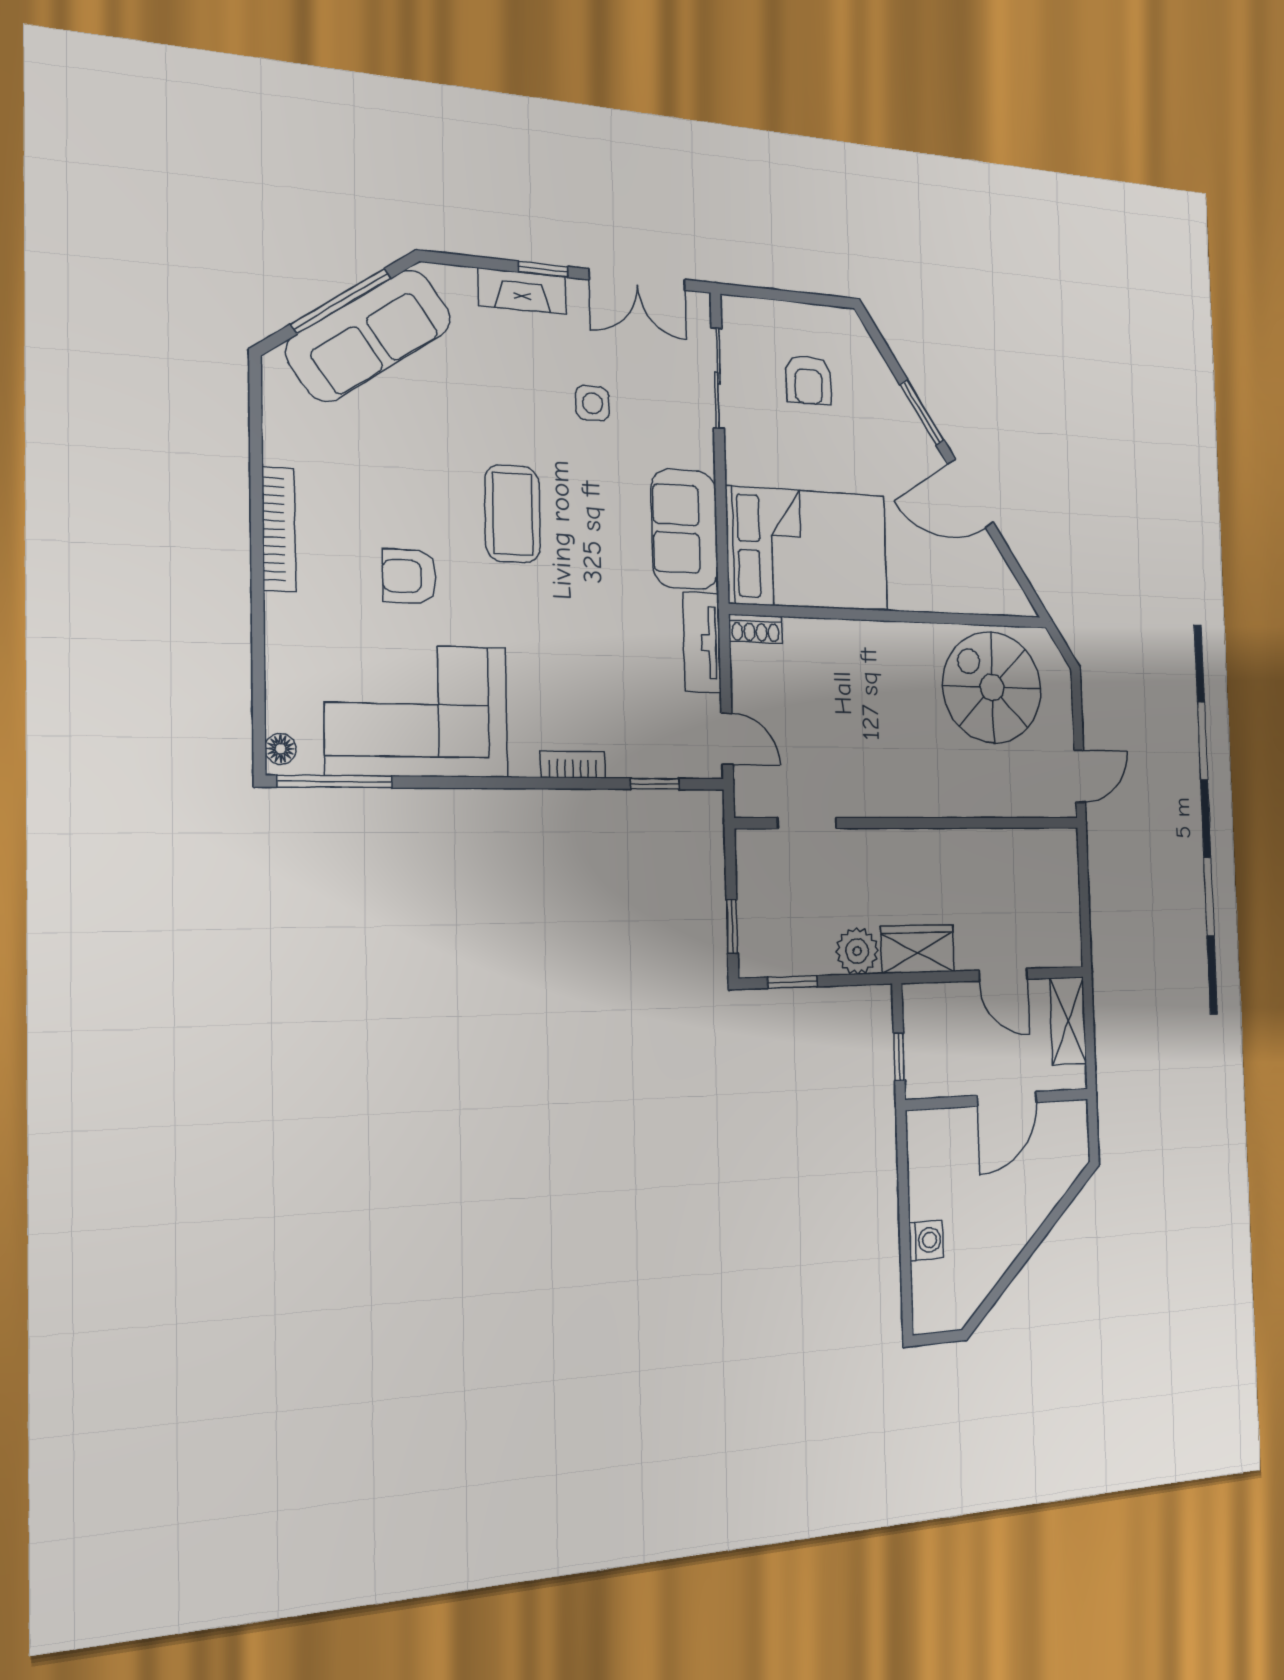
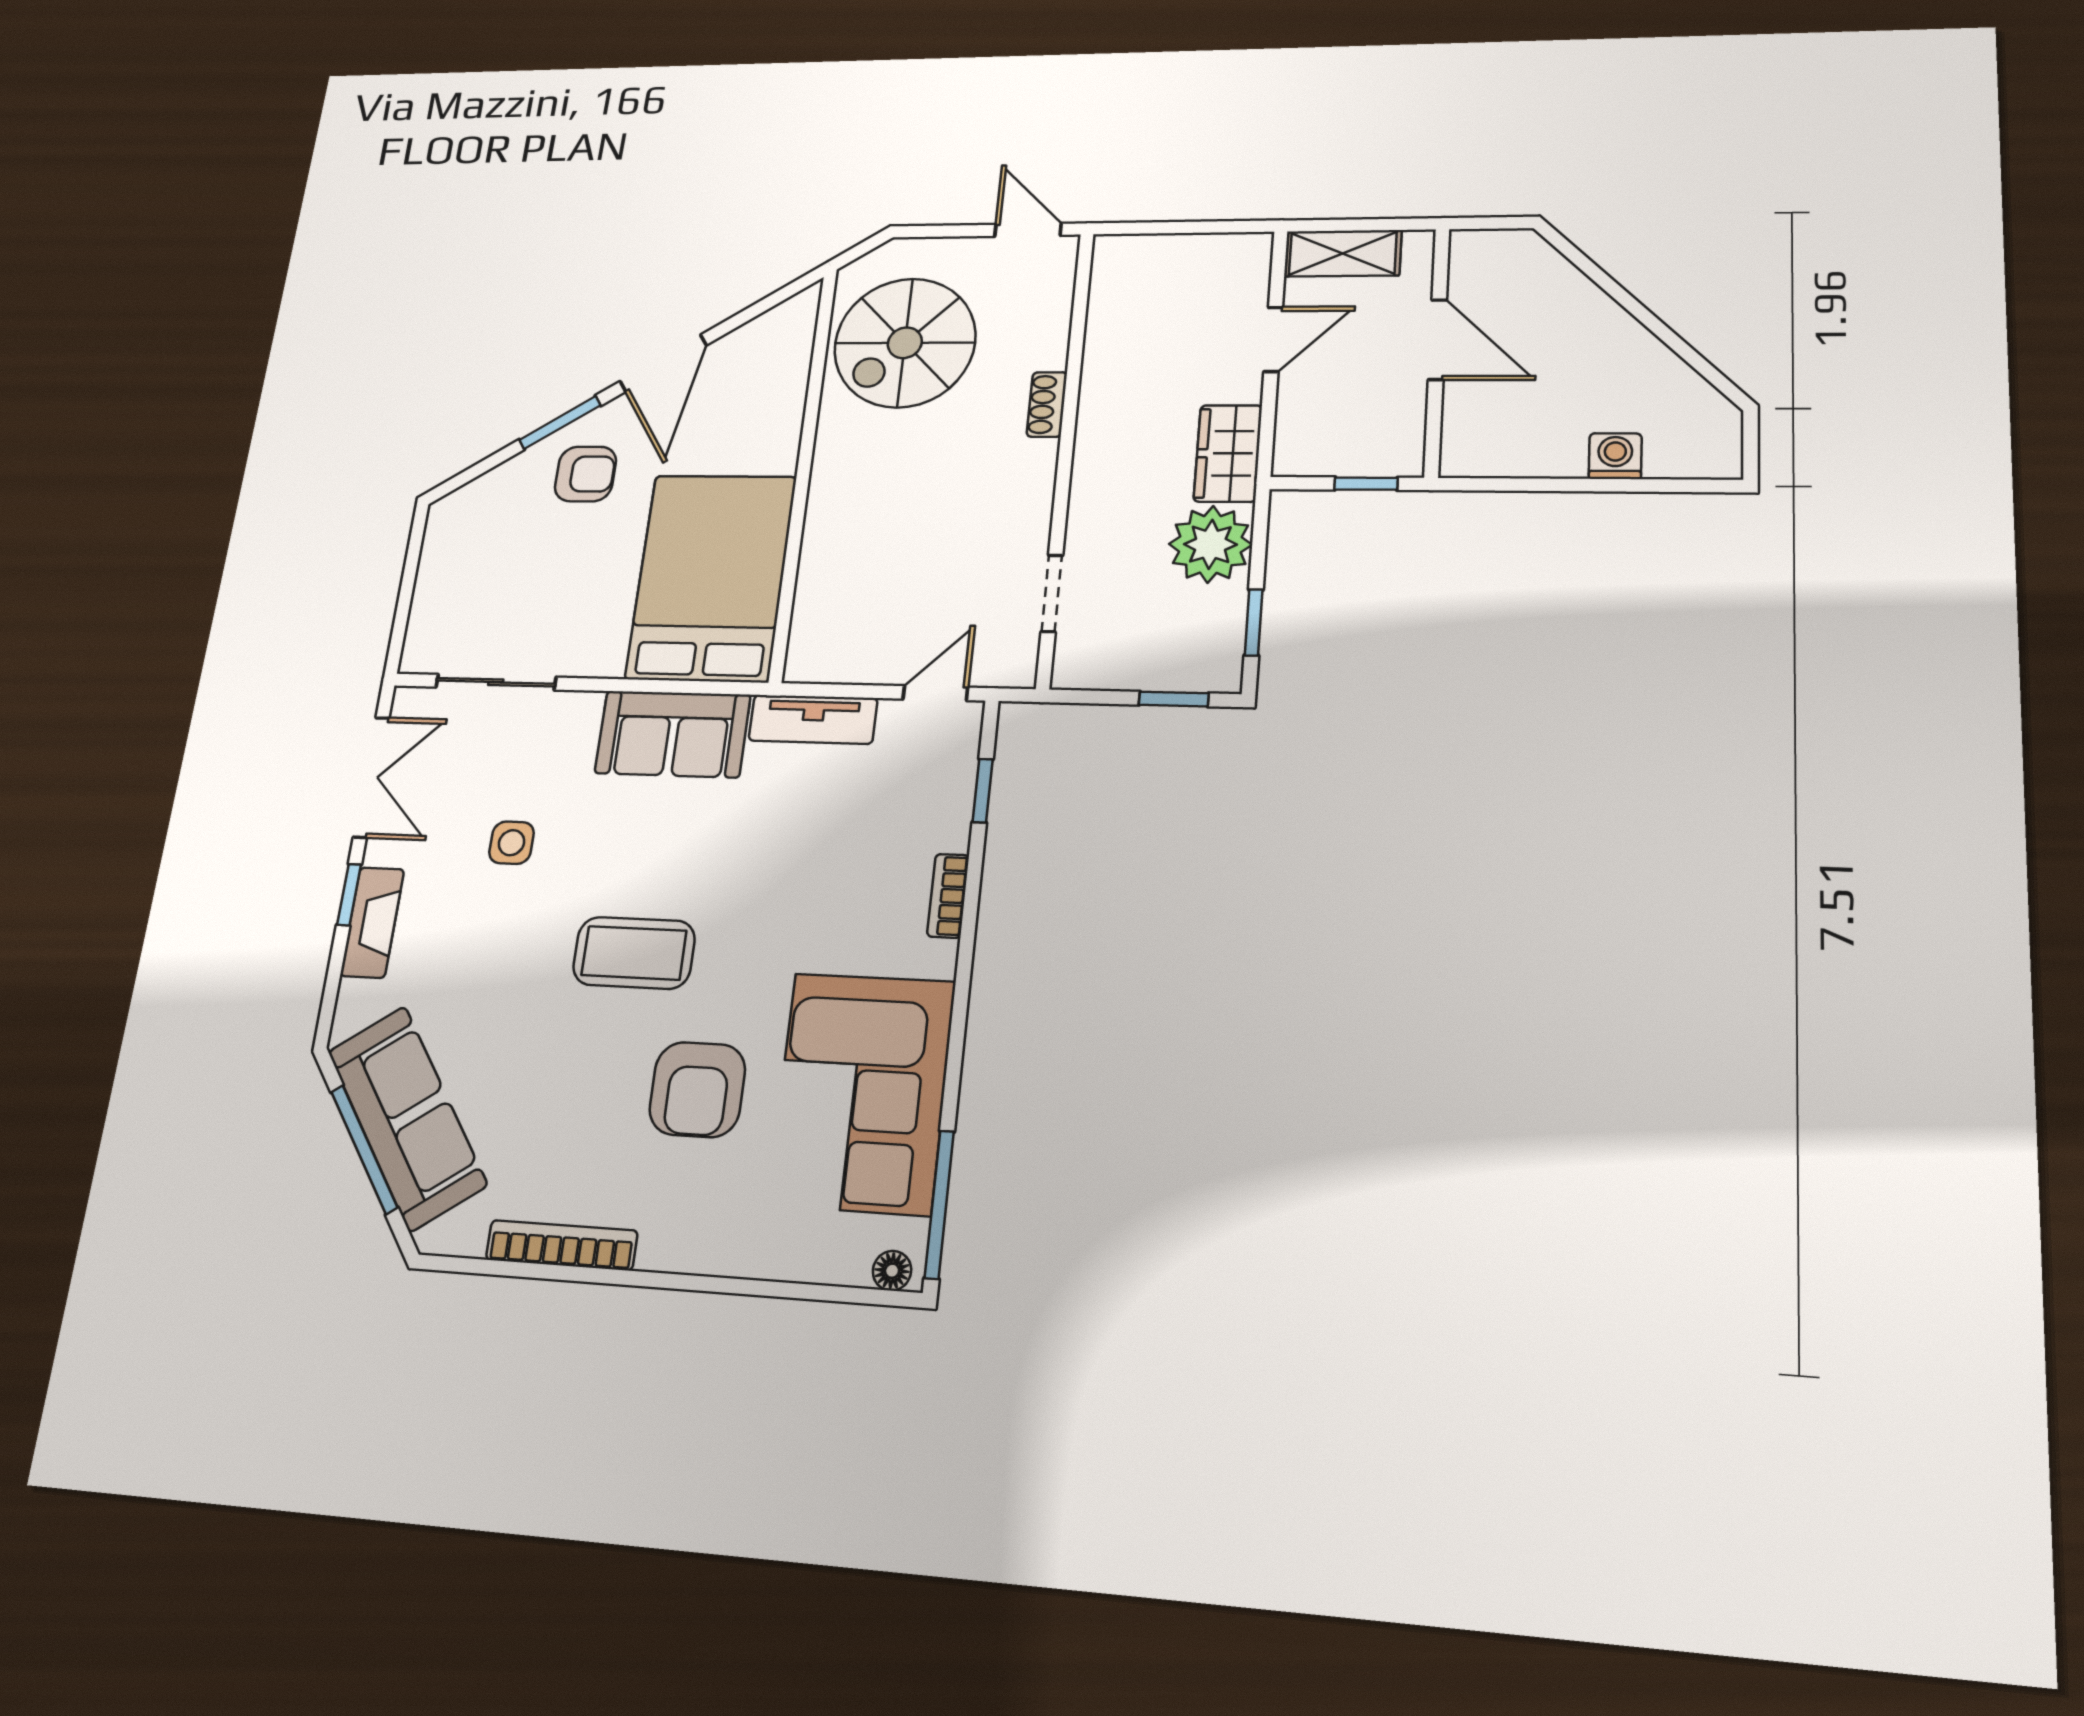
armchair: (808, 380) -> (585, 474), moved
bookcase: (279, 529) -> (562, 1245), moved
armchair: (409, 576) -> (697, 1089), width x1.38, depth x1.38
shoe rack: (755, 629) -> (1047, 404), moved, turned 180
plant: (857, 951) -> (1210, 544), width x1.36, depth x1.36

